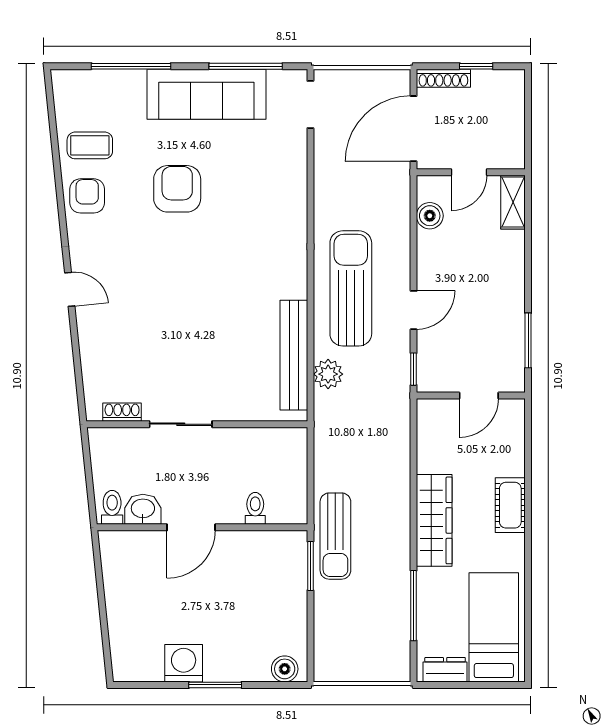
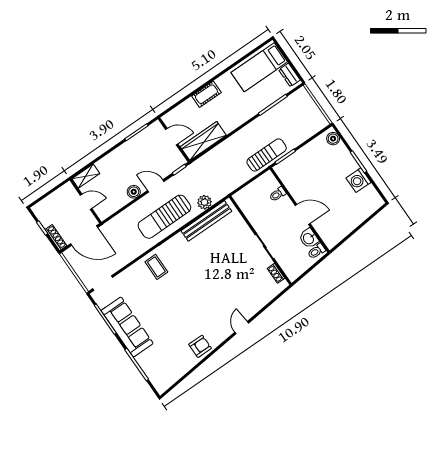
coffee table: (90, 145) -> (156, 267), moved
armchair: (177, 189) -> (173, 313), removed
armchair: (87, 196) -> (200, 346), turned 180
boiler: (430, 216) -> (134, 192), moved
wardrobe: (434, 520) -> (203, 141), moved

